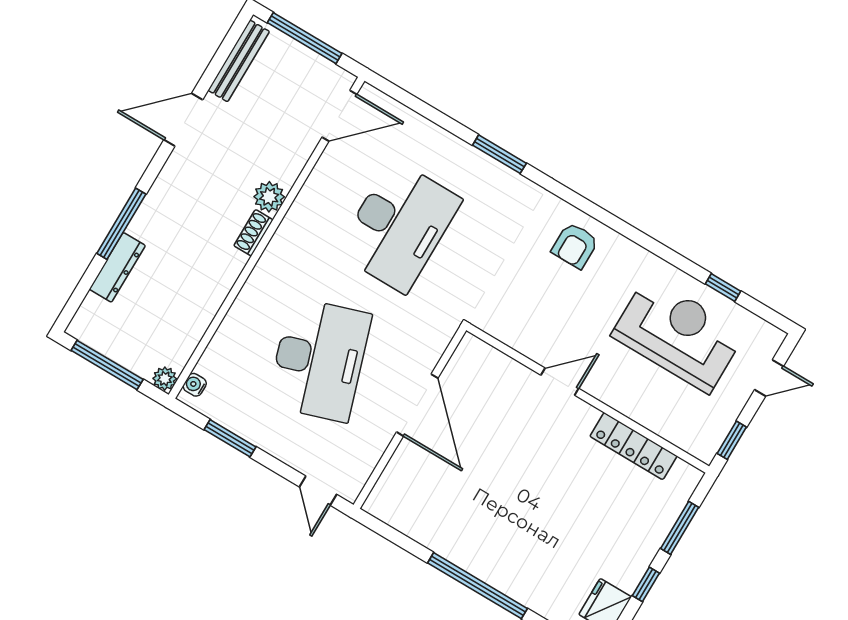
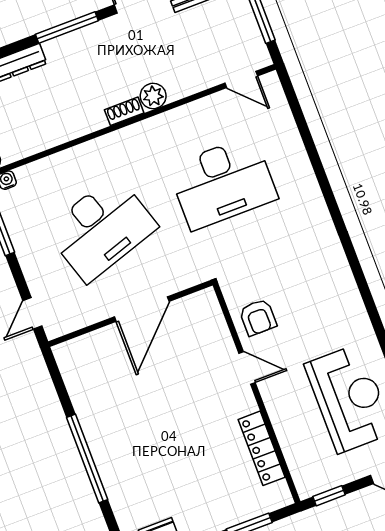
door: (339, 116) -> (241, 80), width x0.73
window: (499, 154) -> (326, 188), removed
window: (121, 224) -> (67, 28), moved
armchair: (575, 245) -> (258, 317), moved, turned -90

